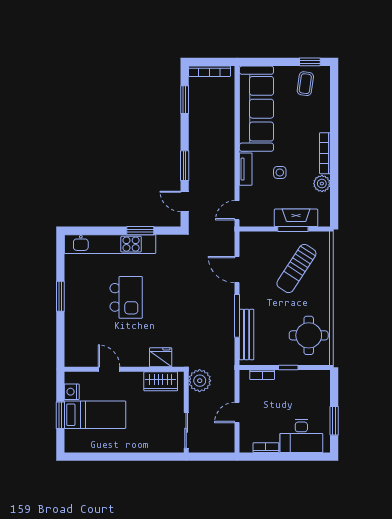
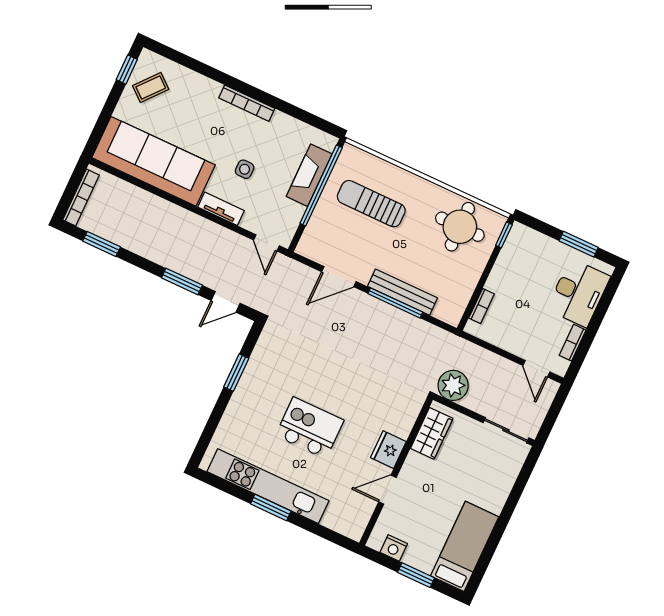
coffee table: (305, 84) -> (151, 88), turned -58
plant: (322, 184) -> (282, 124), removed
window: (293, 229) -> (321, 185), width x2.11
kitchen unit: (110, 244) -> (268, 486), moved, turned -90
sun lounger: (296, 269) -> (371, 204), turned 147
bench: (247, 334) -> (402, 292), moved
fridge: (161, 357) -> (388, 450), moved
window: (288, 368) -> (504, 235), moved
door: (237, 413) -> (536, 369), moved
bed: (95, 415) -> (465, 546), moved

